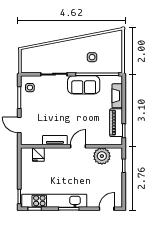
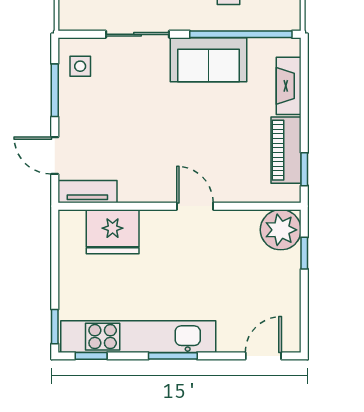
tv unit: (55, 140) -> (87, 192), moved
door: (78, 146) -> (195, 206), hinge flipped
fridge: (38, 154) -> (113, 232), width x1.88, depth x1.34
plant: (102, 156) -> (281, 230), moved

